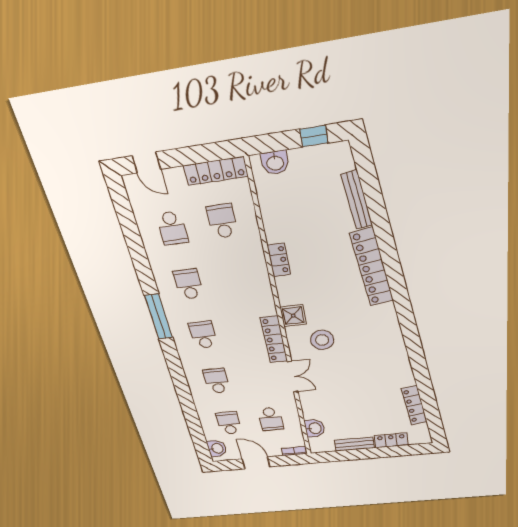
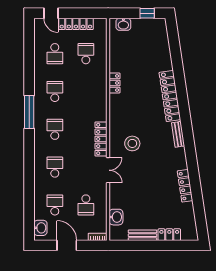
locker: (216, 171) -> (76, 24), moved
bench: (357, 200) -> (178, 134), moved, width x0.73
shower: (293, 316) -> (117, 123), removed
locker: (414, 405) -> (185, 186), moved

